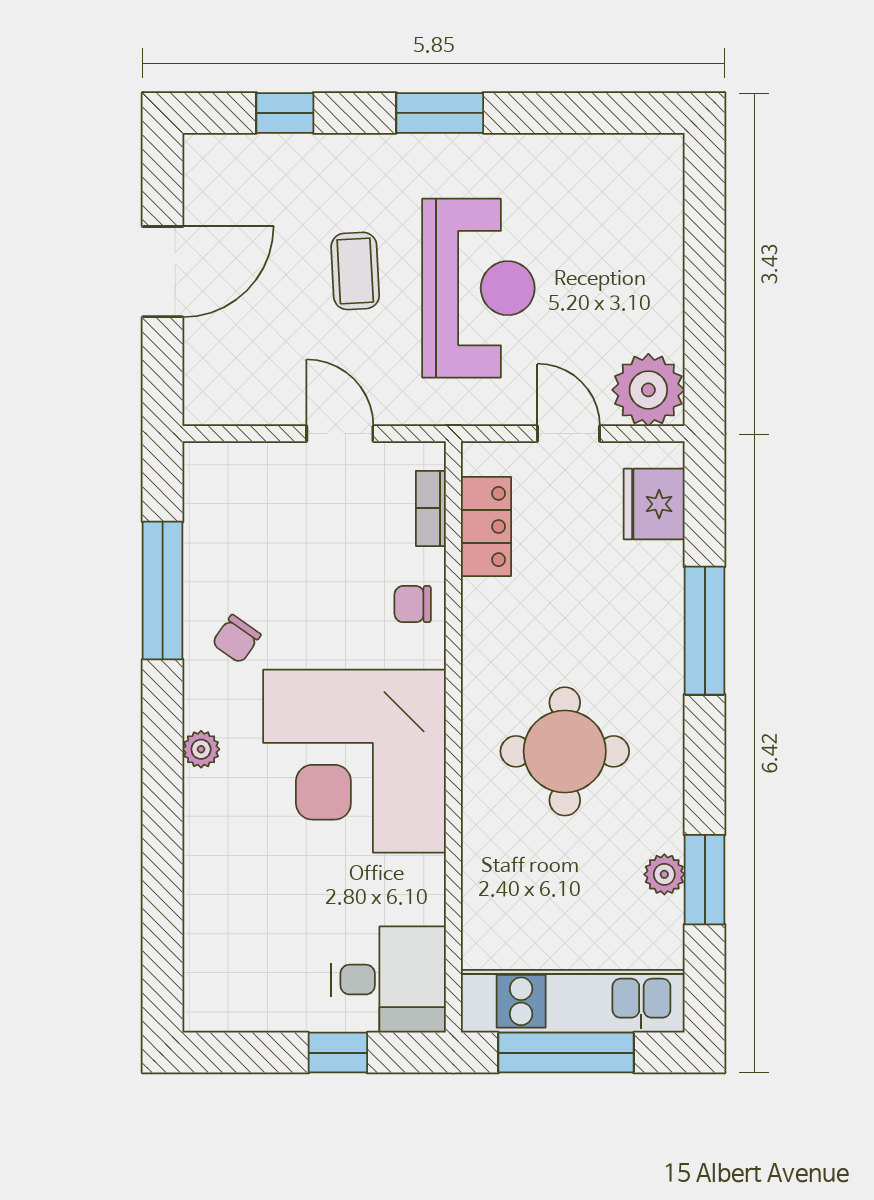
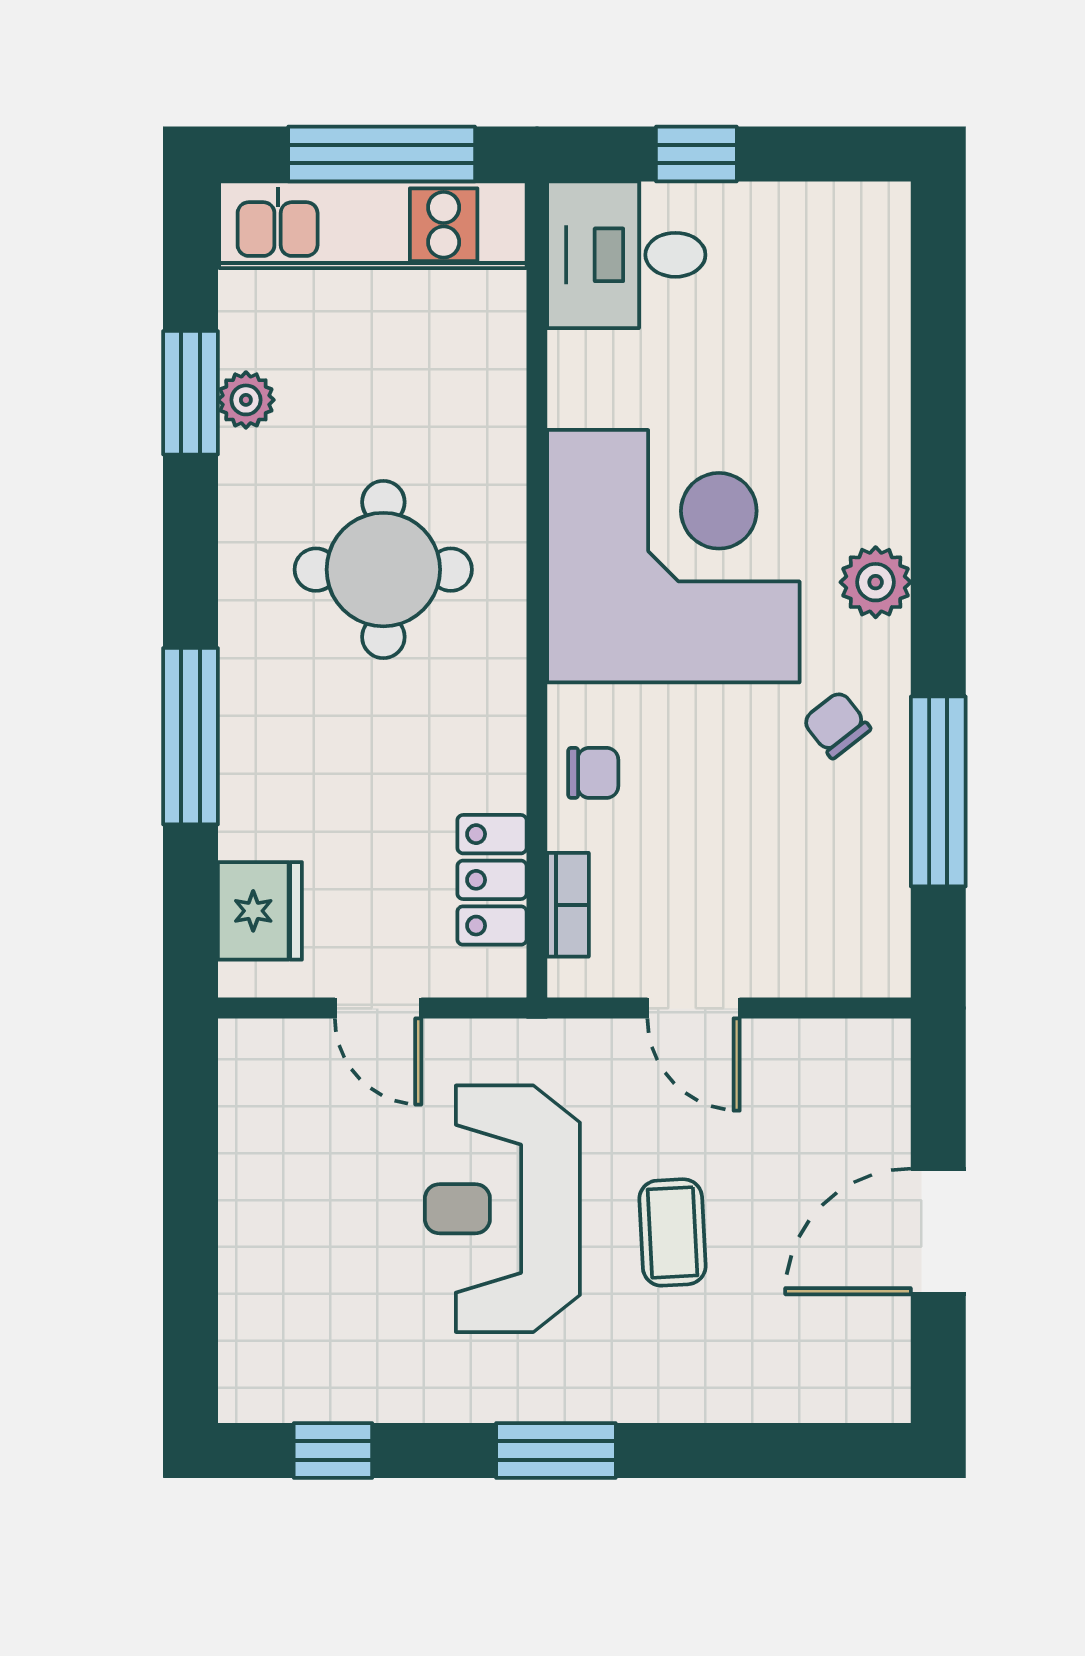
window: (285, 113) -> (333, 1450), moved
plant: (648, 390) -> (268, 1068), removed
chair: (236, 639) -> (837, 725), turned -73
plant: (201, 749) -> (876, 582), width x1.38, depth x1.38

